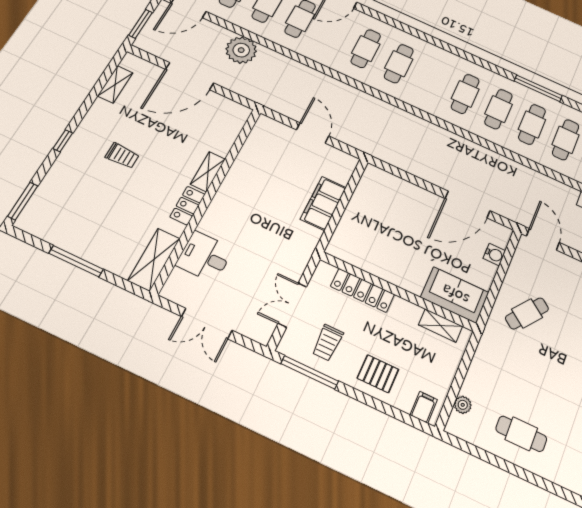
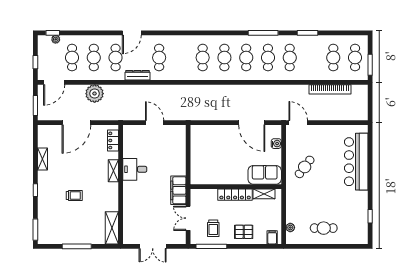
dresser: (321, 56) -> (137, 75), added
cafe table: (399, 64) -> (203, 58), moved
shelving: (115, 84) -> (42, 159), moved
trolley: (122, 156) -> (74, 195), moved
filing cabinet: (323, 203) -> (178, 190), moved
door: (468, 205) -> (252, 123), hinge flipped
locker: (187, 206) -> (113, 140), moved
desk: (205, 257) -> (135, 169), moved
locker: (362, 290) -> (235, 195), moved

